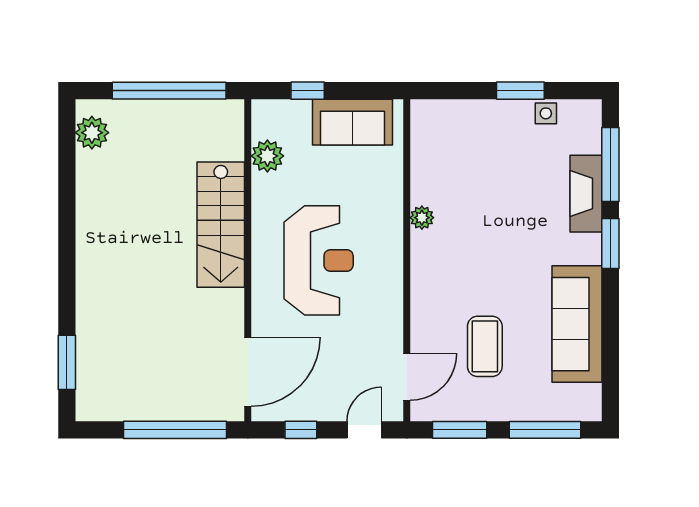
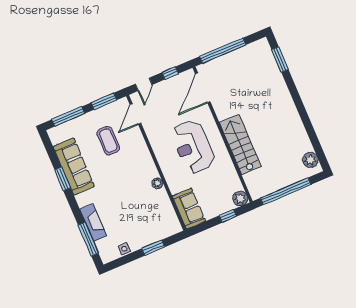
window: (520, 91) -> (153, 248), moved
sofa: (352, 122) -> (189, 209), moved, turned 90
plant: (267, 156) -> (240, 198), moved
window: (610, 243) -> (63, 179), moved

